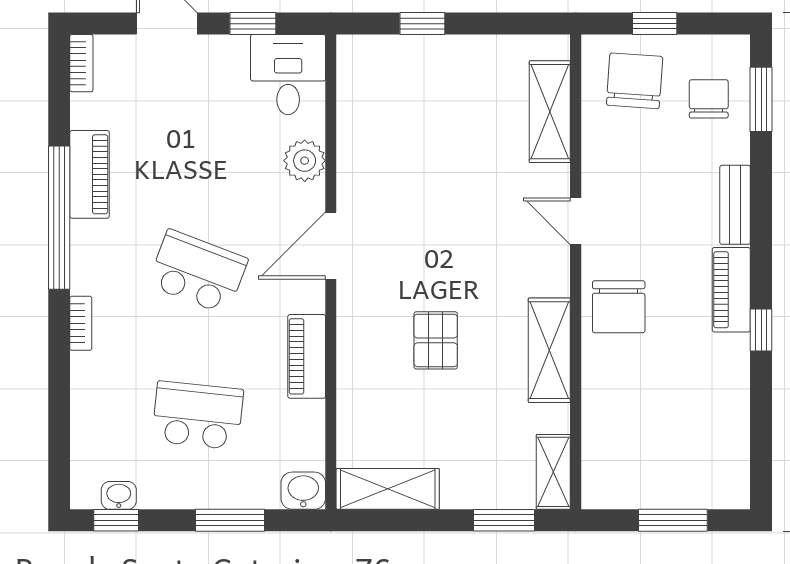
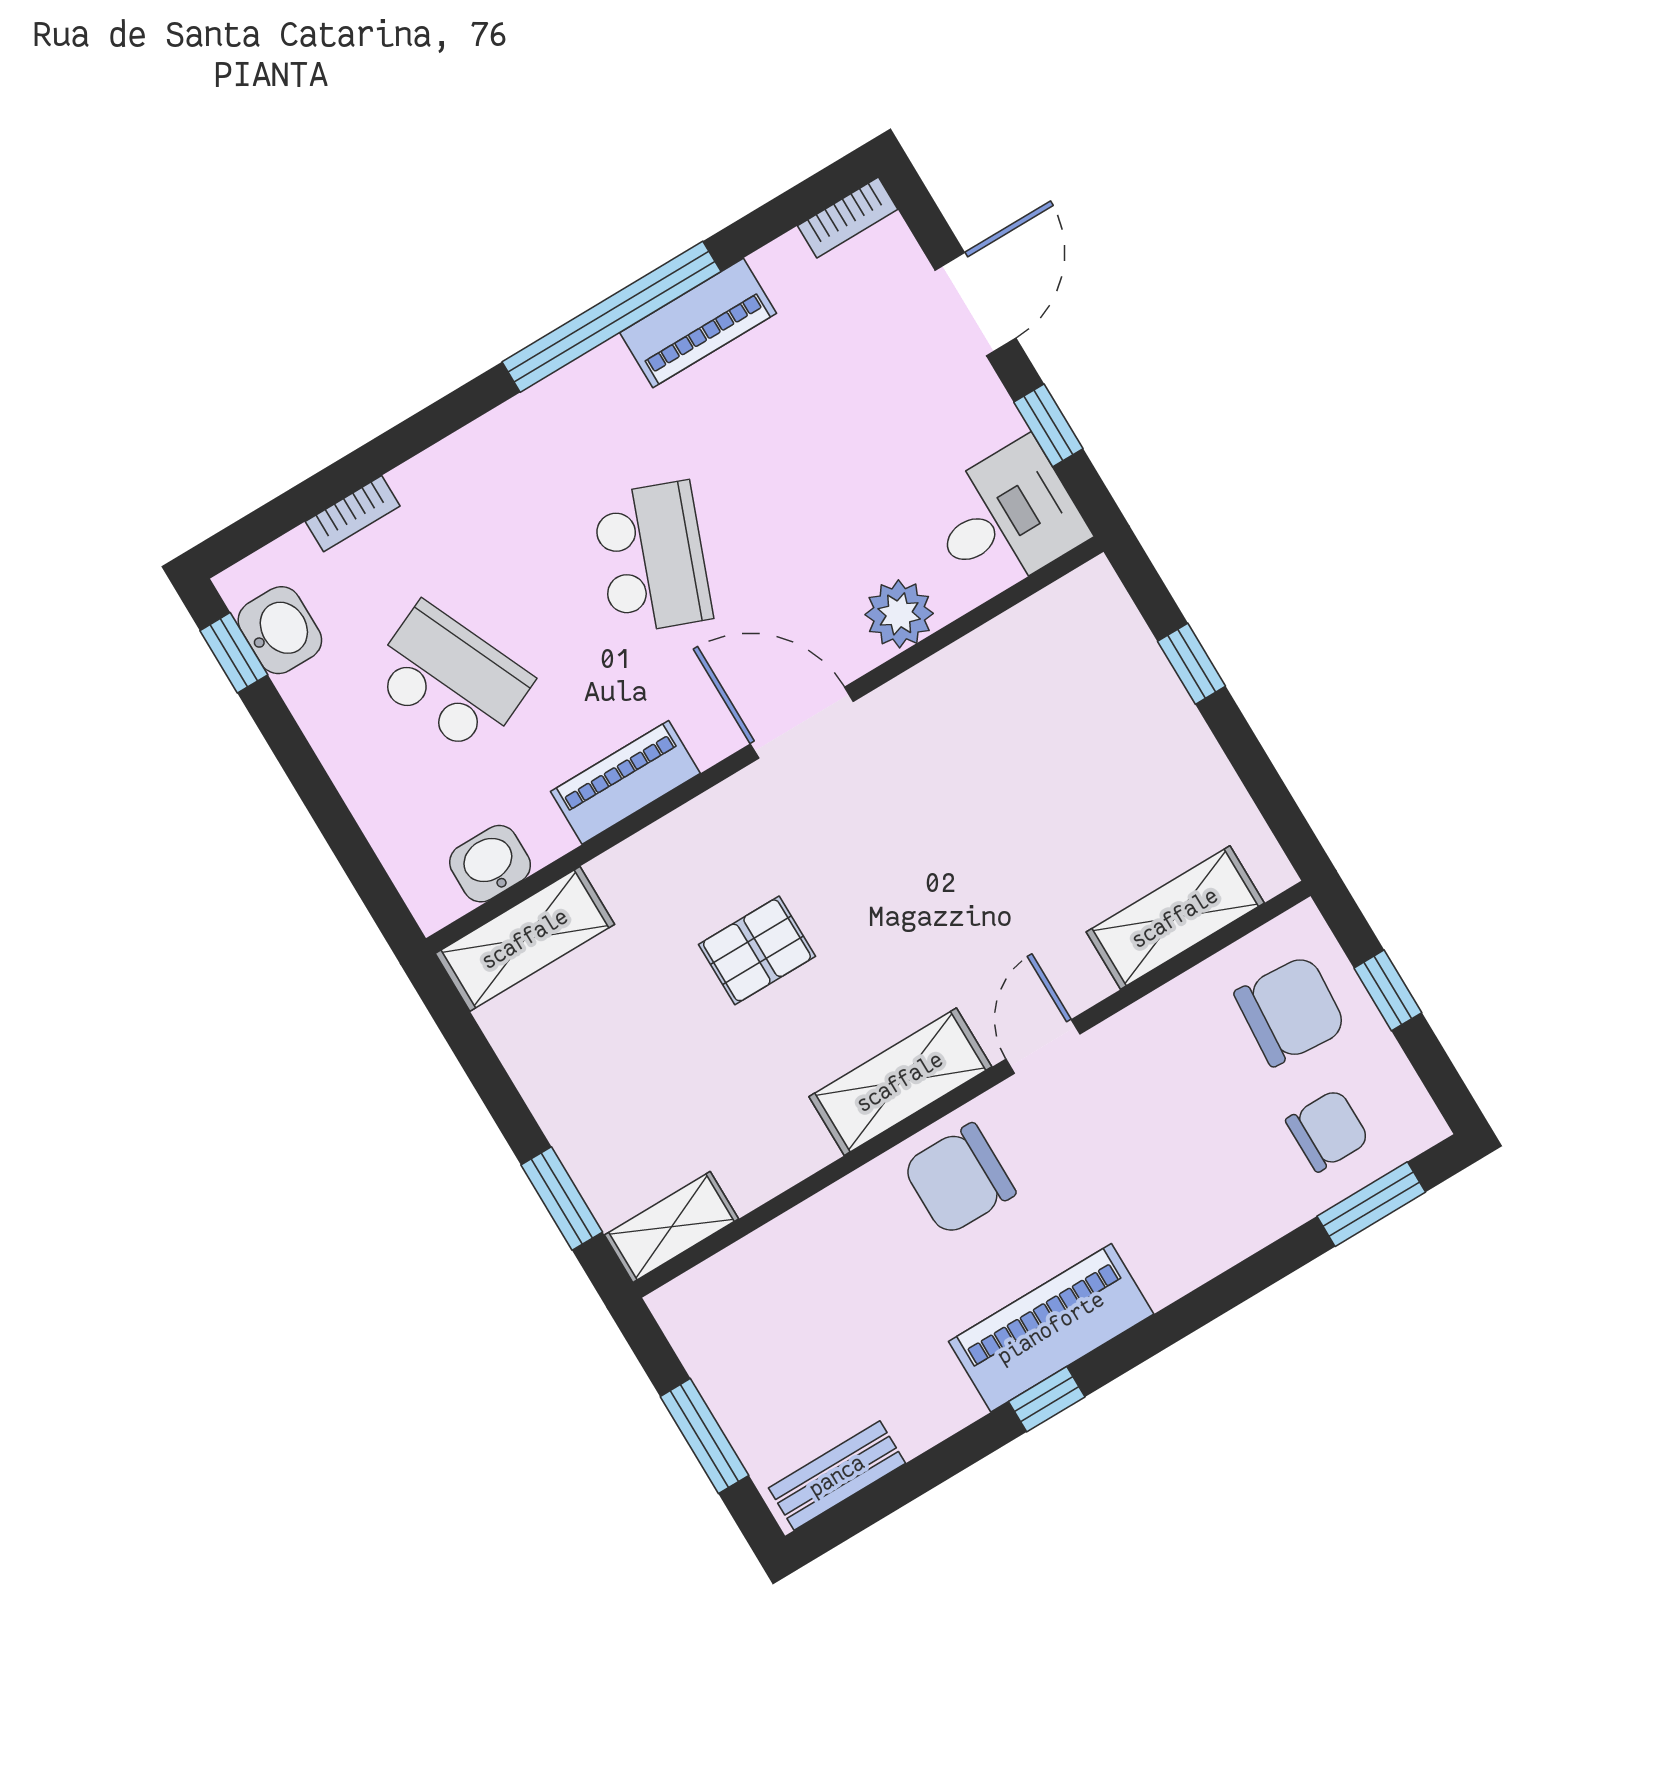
bench: (735, 205) -> (837, 1476), moved
piano: (731, 290) -> (1051, 1328), width x1.37, depth x1.33
bookcase: (81, 323) -> (353, 514), moved
shelving: (549, 350) -> (900, 1082), moved
school desk: (198, 415) -> (450, 679), turned -30
shelving: (388, 489) -> (525, 939), moved, turned 90
washbasin: (303, 491) -> (490, 864), moved, turned -90
washbasin: (119, 495) -> (280, 630), width x1.38, depth x1.45
window: (230, 520) -> (330, 813), removed

